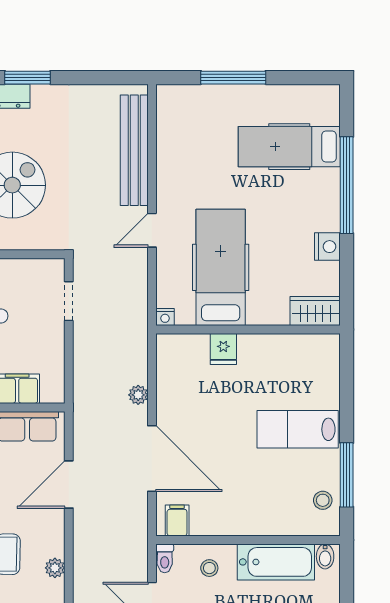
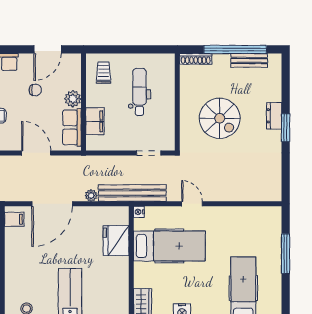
bench: (134, 150) -> (132, 193), moved
fridge: (223, 349) -> (116, 241), width x1.88, depth x1.34

